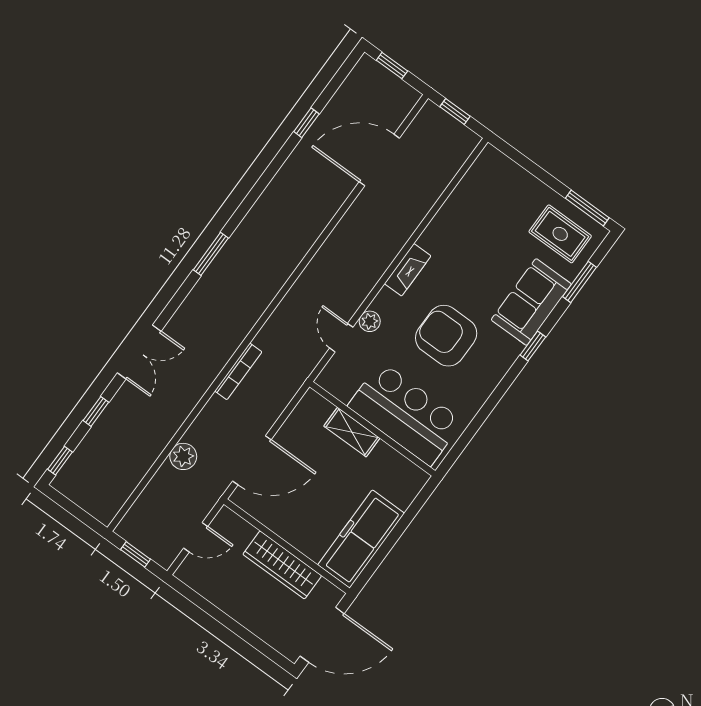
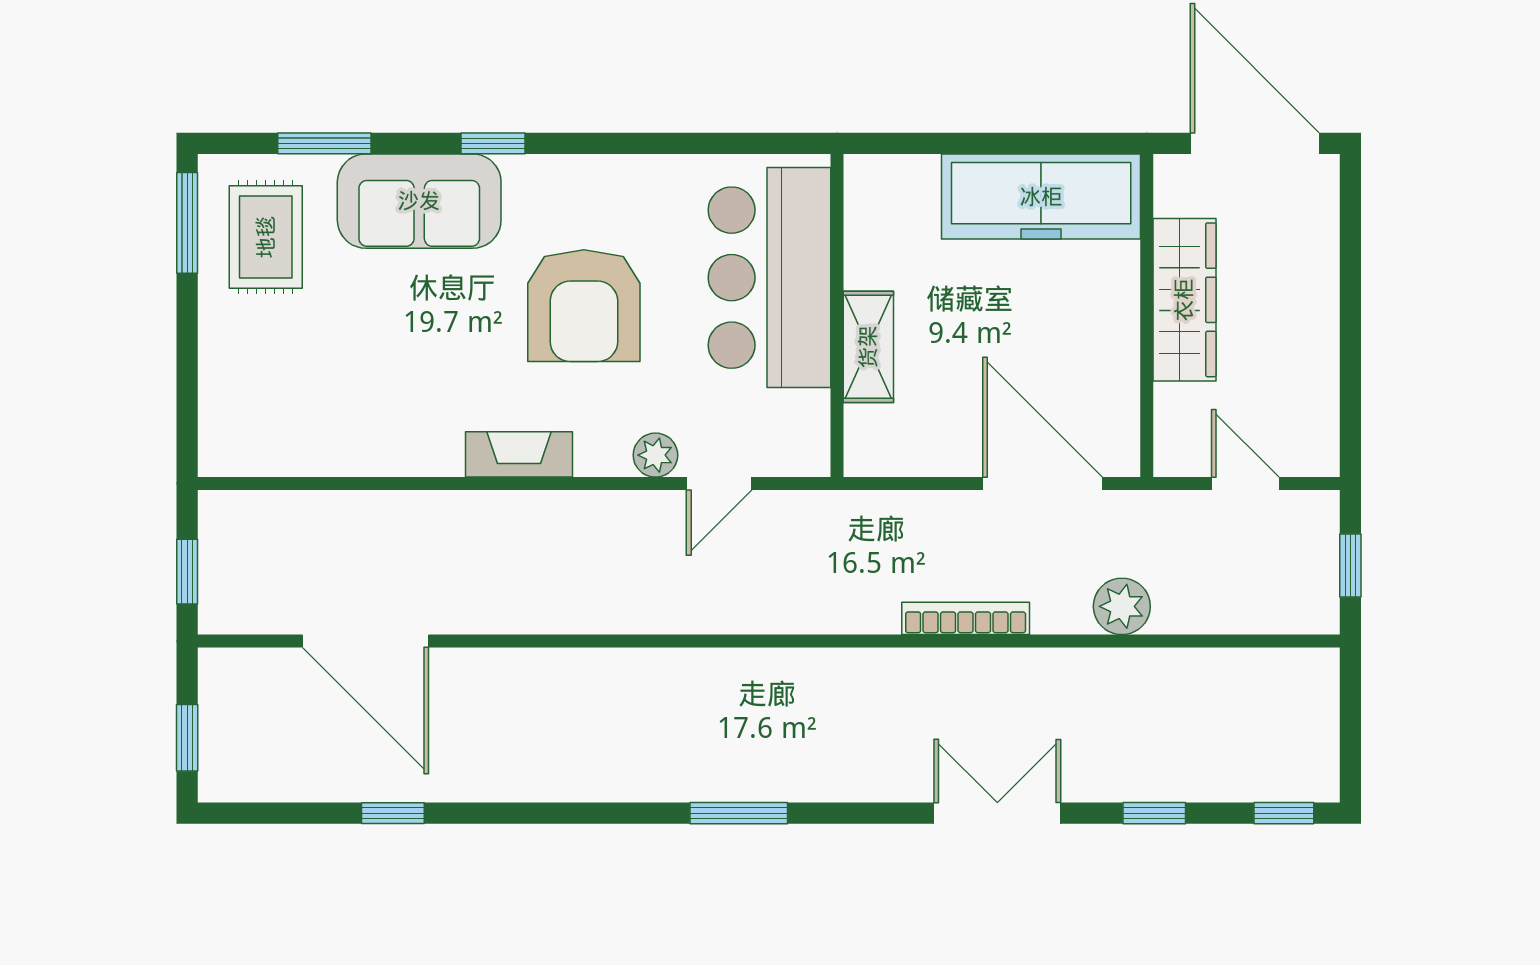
bookcase: (238, 371) -> (966, 618), moved

